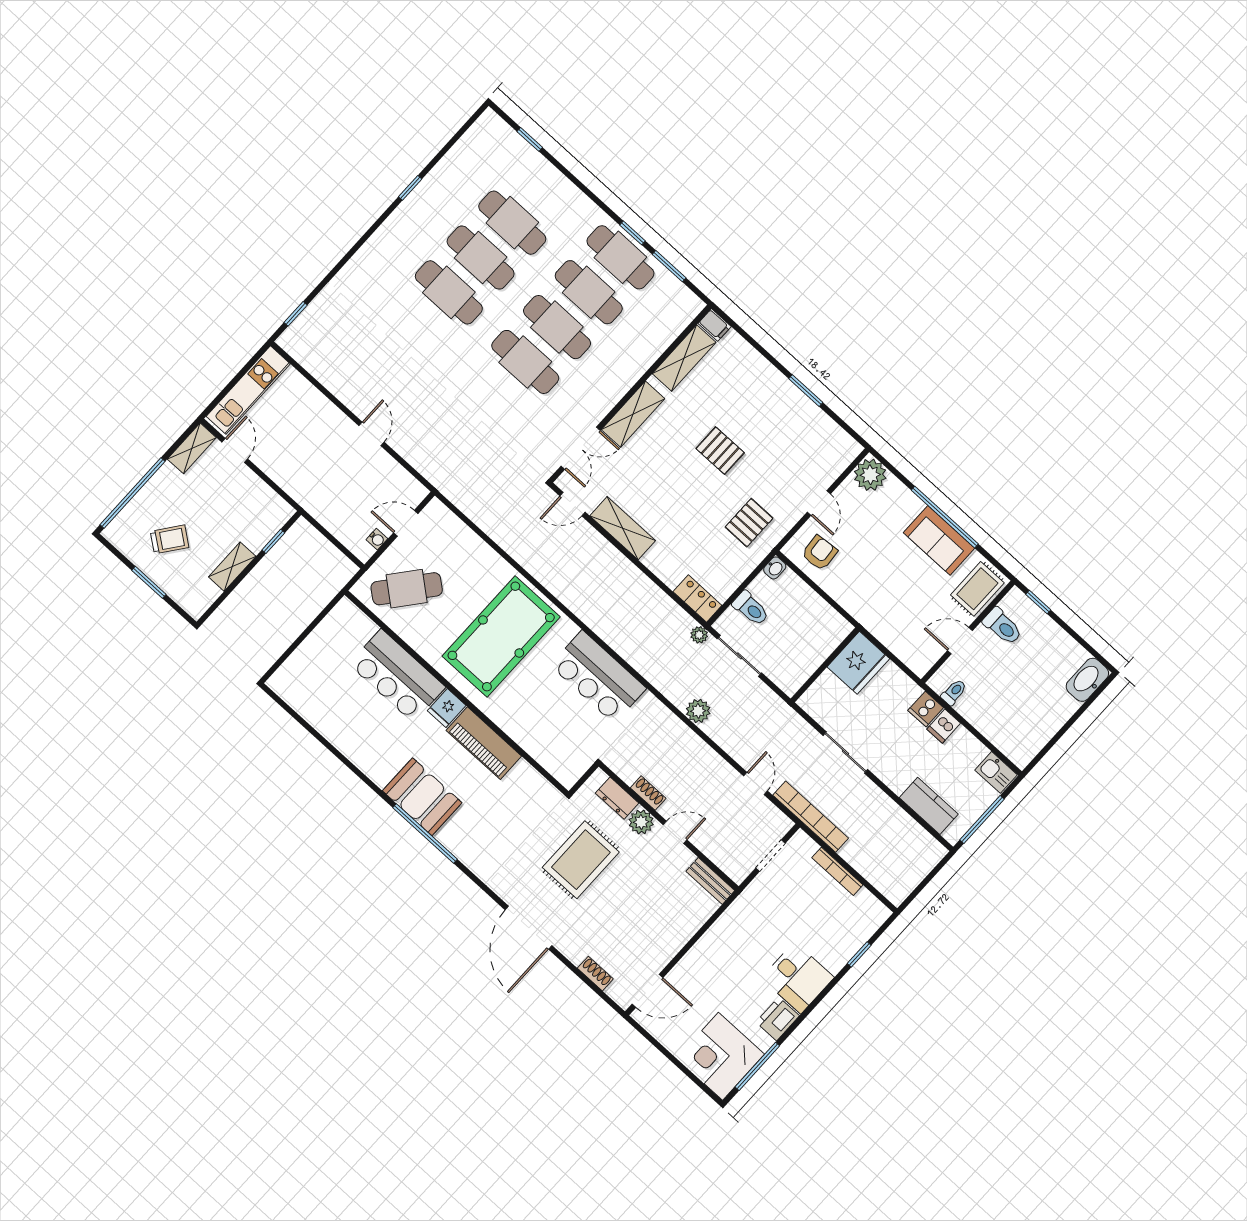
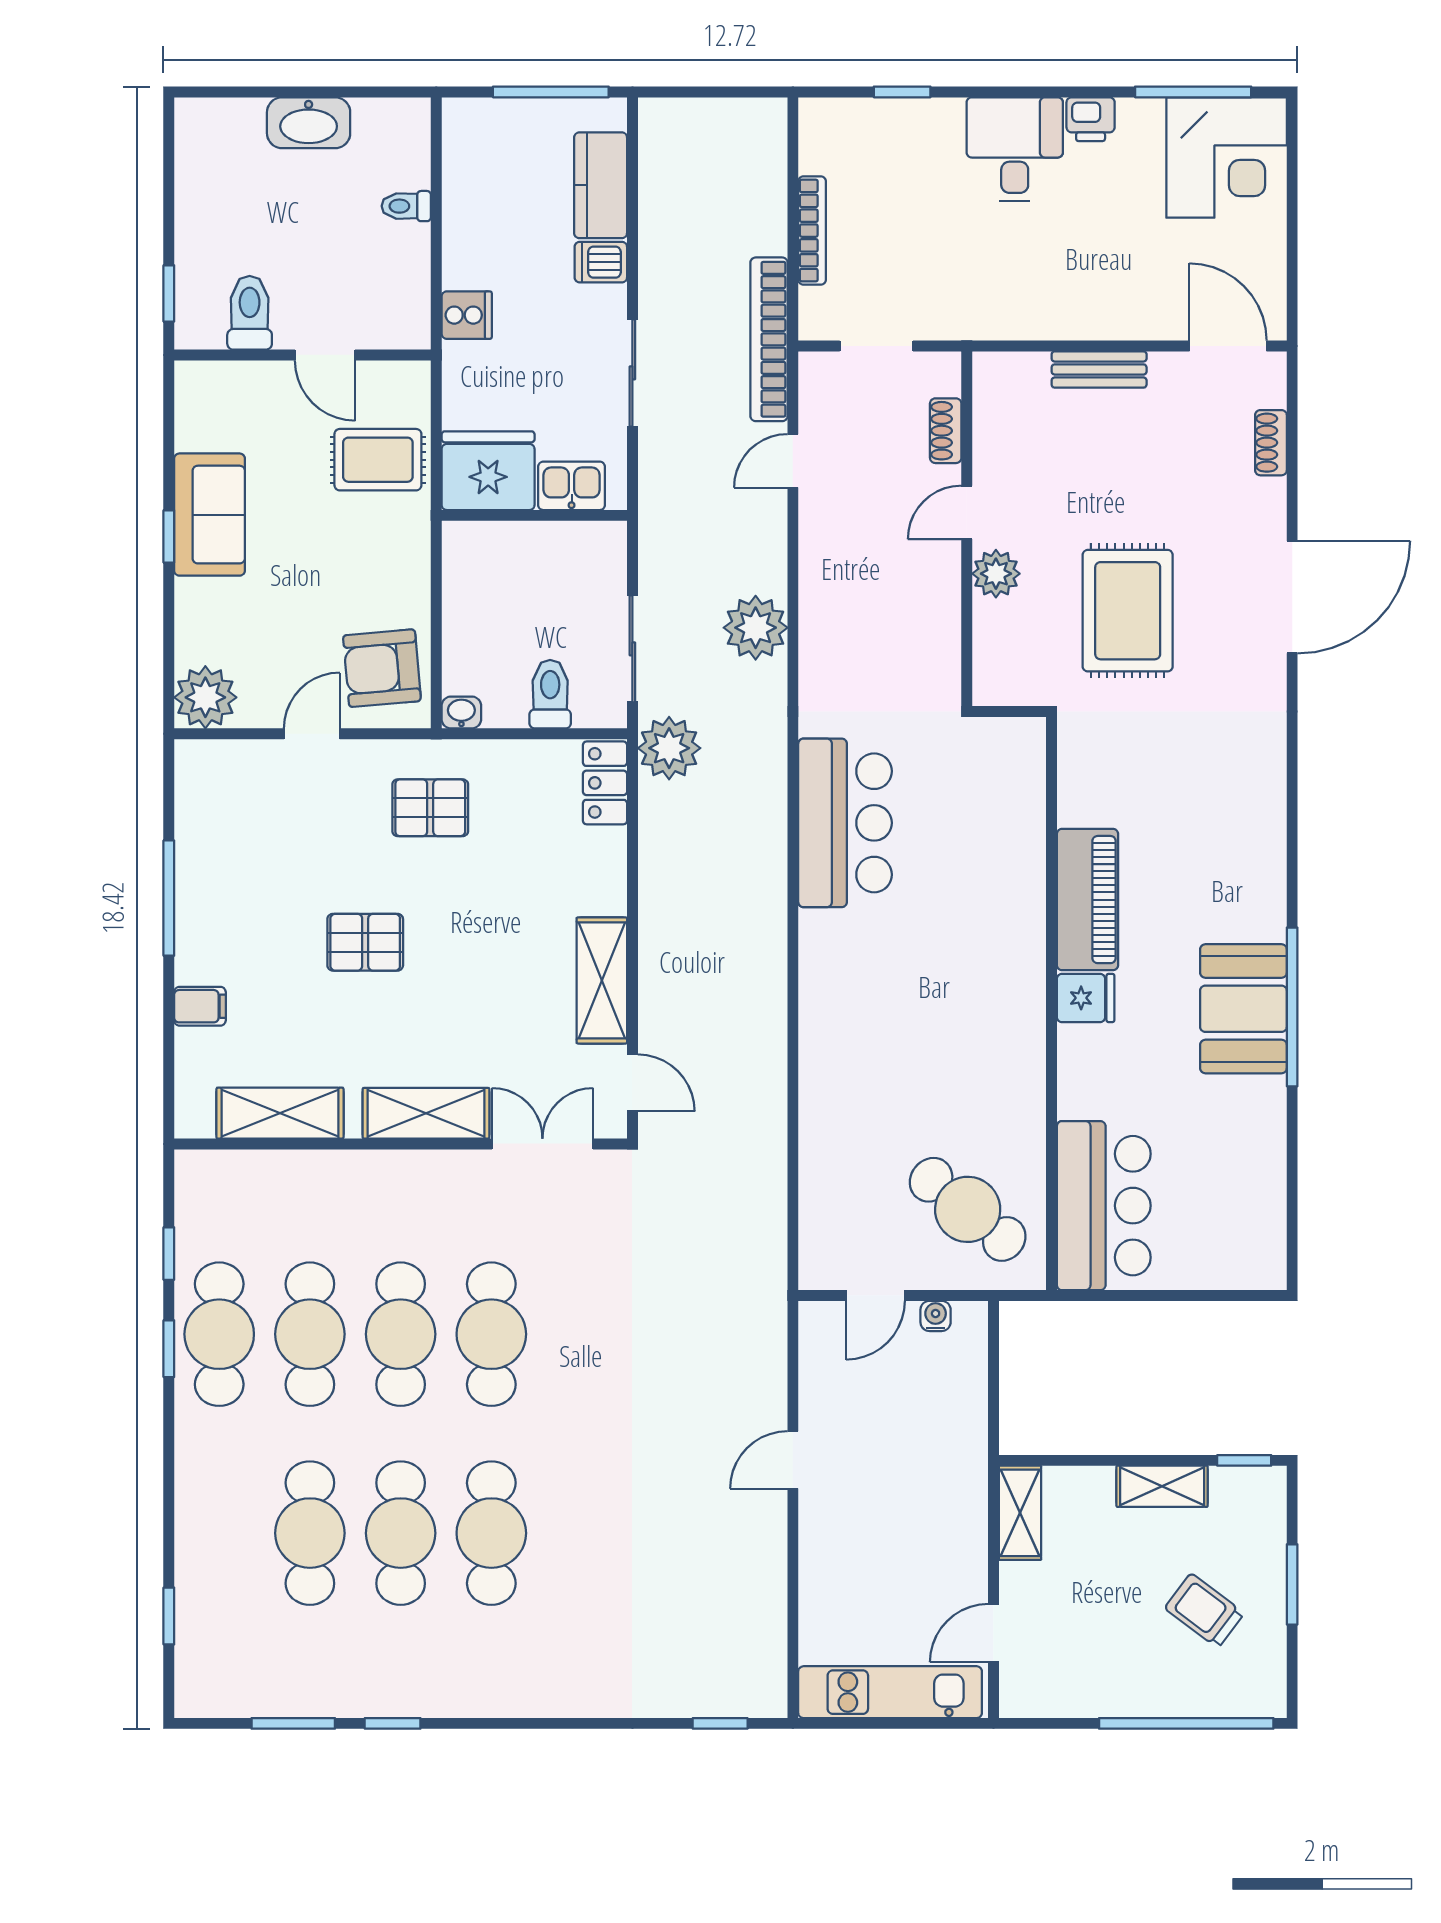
window: (445, 150) -> (293, 1723), added
window: (669, 266) -> (169, 1254), width x0.67
filing cabinet: (715, 325) -> (200, 1006), moved, turned 90
window: (806, 391) -> (169, 898), width x1.44
shelving: (192, 448) -> (1020, 1513), moved, turned 90
pallet: (720, 451) -> (365, 942), turned 90
window: (945, 517) -> (169, 536), width x0.32
door: (406, 523) -> (875, 1295), hinge flipped
window: (273, 541) -> (1244, 1460), moved
armchair: (820, 553) -> (382, 668), width x1.38, depth x1.38
rug: (977, 589) -> (378, 460), moved
plant: (699, 635) -> (669, 748), width x1.87, depth x1.87
pool table: (501, 636) -> (913, 1013), removed
bar counter: (397, 676) -> (1104, 1206), moved
washbasin: (1087, 680) -> (309, 123), moved
toilet: (954, 692) -> (406, 206), moved
plant: (698, 711) -> (756, 628), width x1.36, depth x1.36
dishwasher: (944, 726) -> (601, 262), moved, turned 180
kitchen sink: (996, 772) -> (572, 486), moved, turned -90
shoe rack: (648, 793) -> (946, 431), moved
booth: (422, 797) -> (1243, 1009), moved
dresser: (617, 798) -> (993, 639), removed
door: (675, 832) -> (967, 512), hinge flipped
window: (425, 833) -> (1292, 1007), moved
rug: (581, 860) -> (1128, 611), turned 90
bench: (710, 881) -> (1099, 369), moved, turned 90
printer: (778, 1019) -> (1091, 119), width x0.73, depth x0.81

